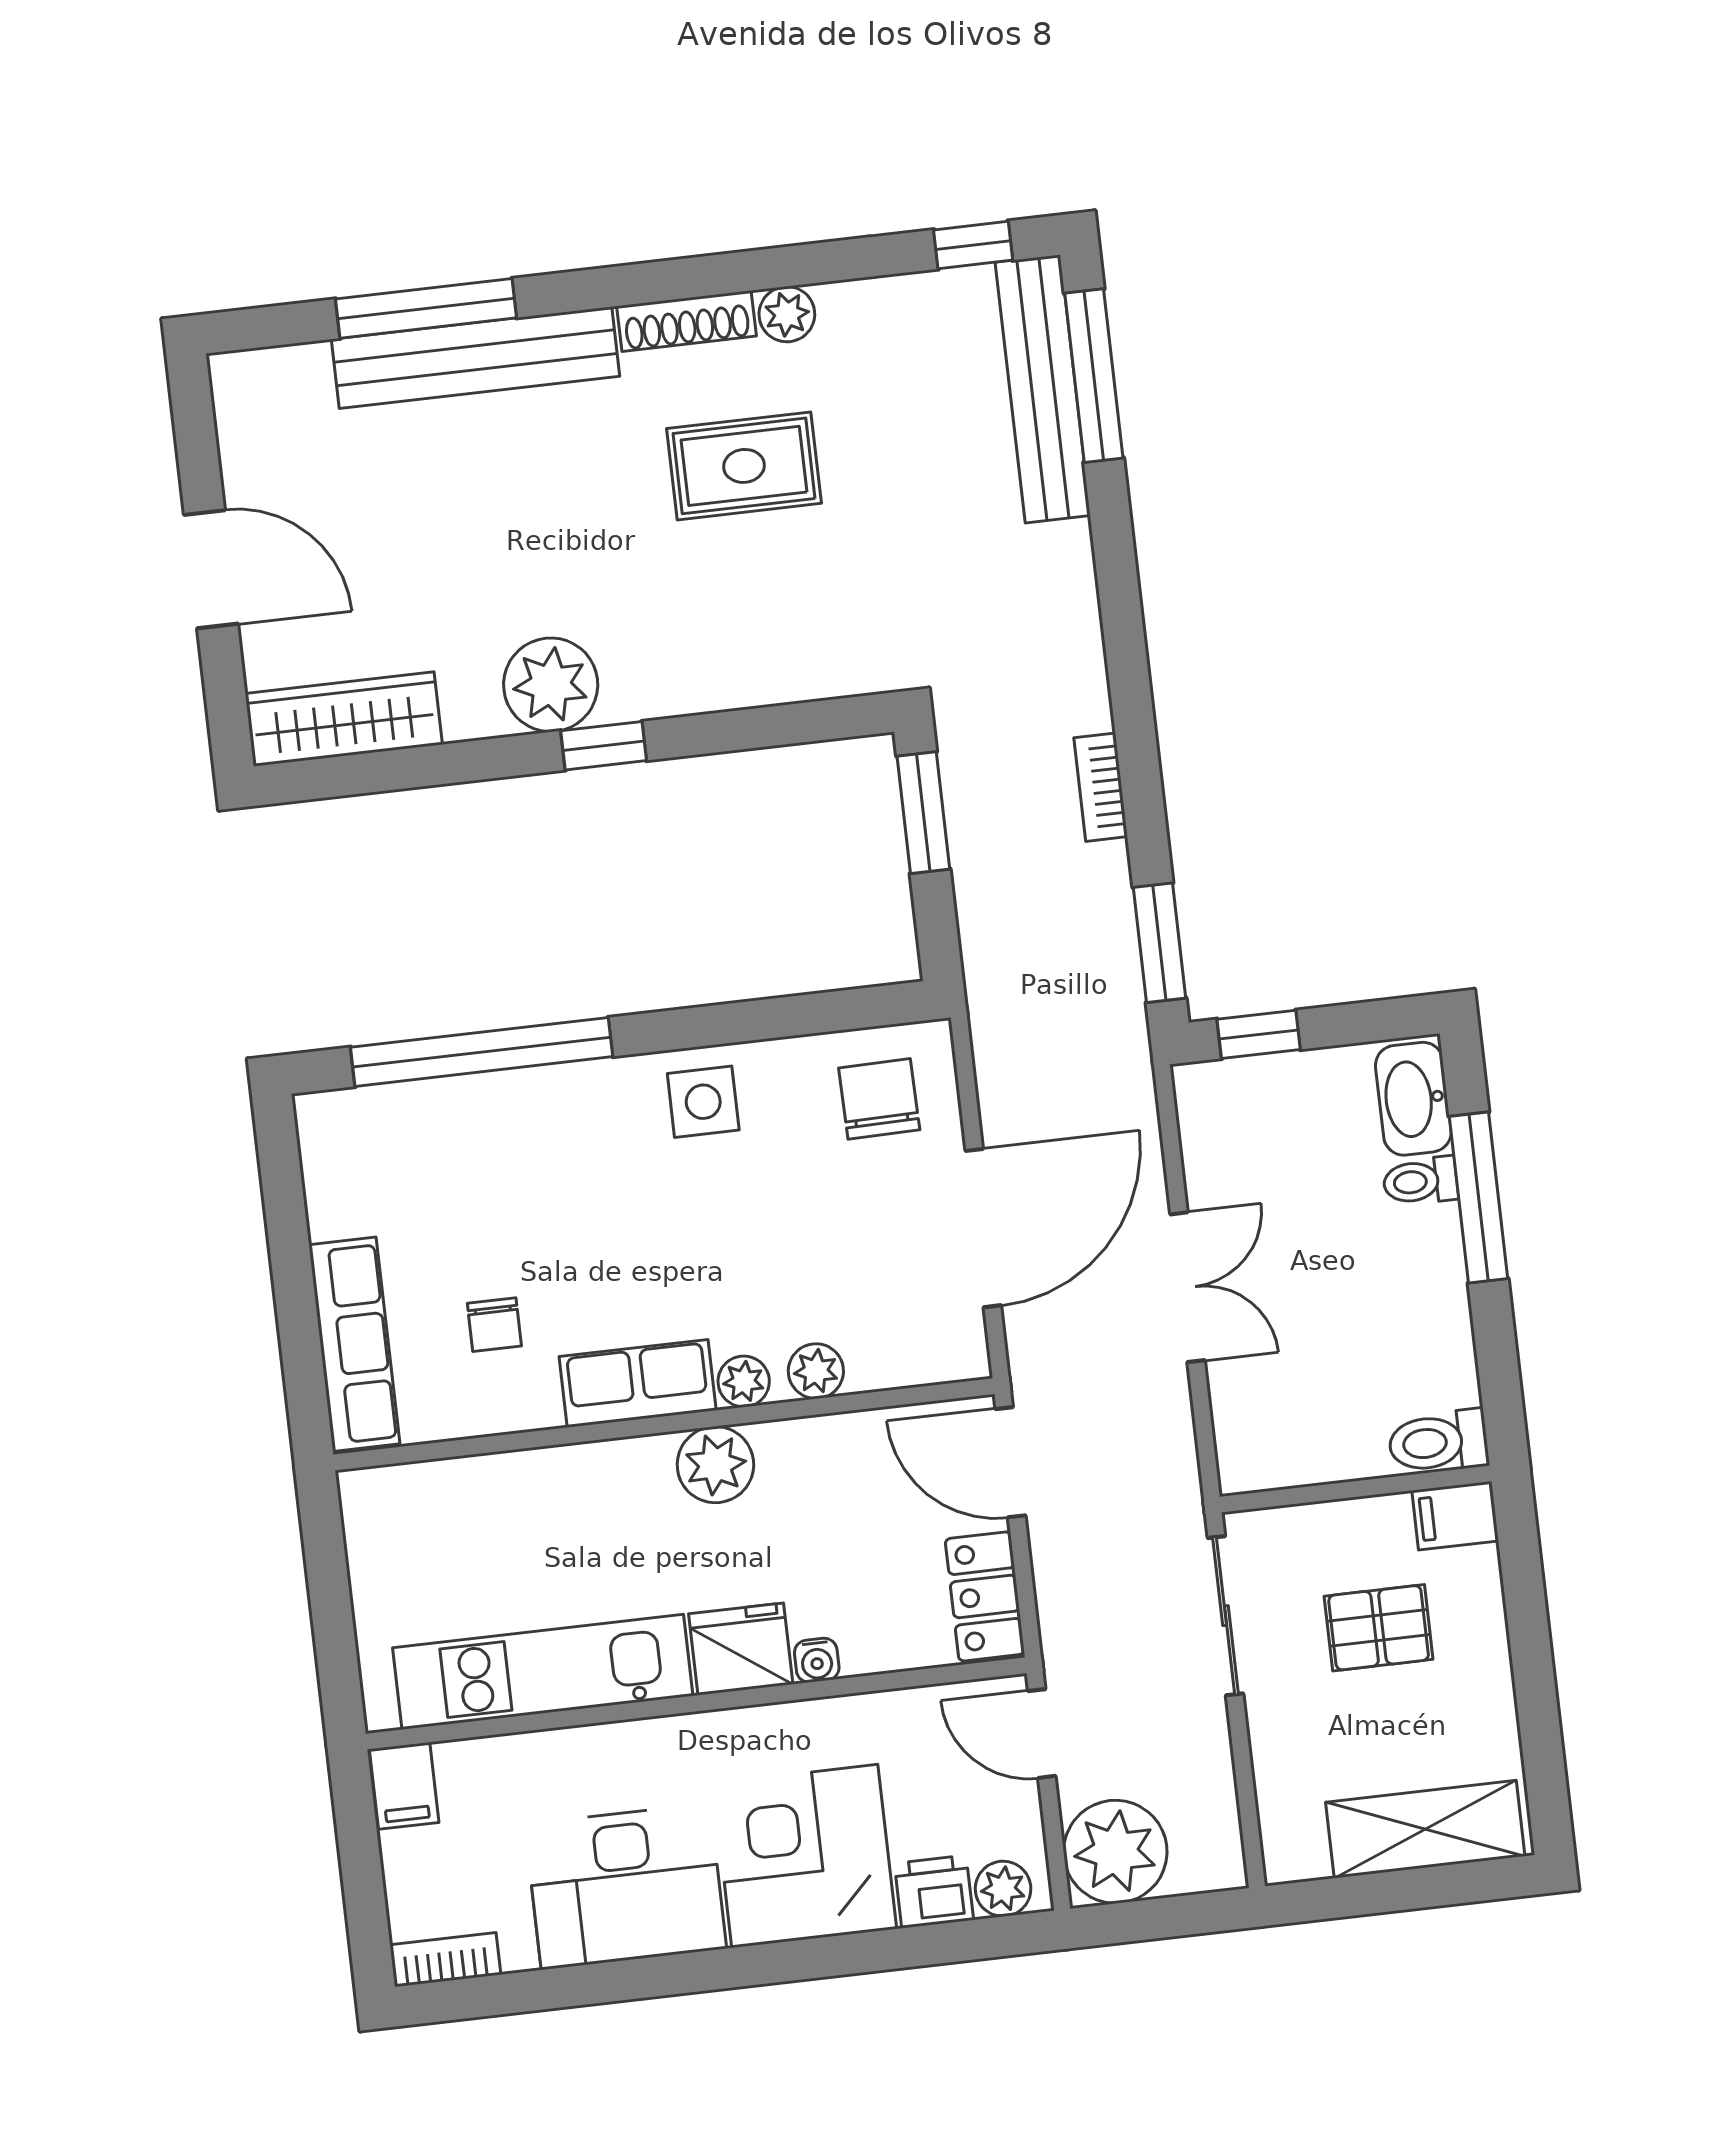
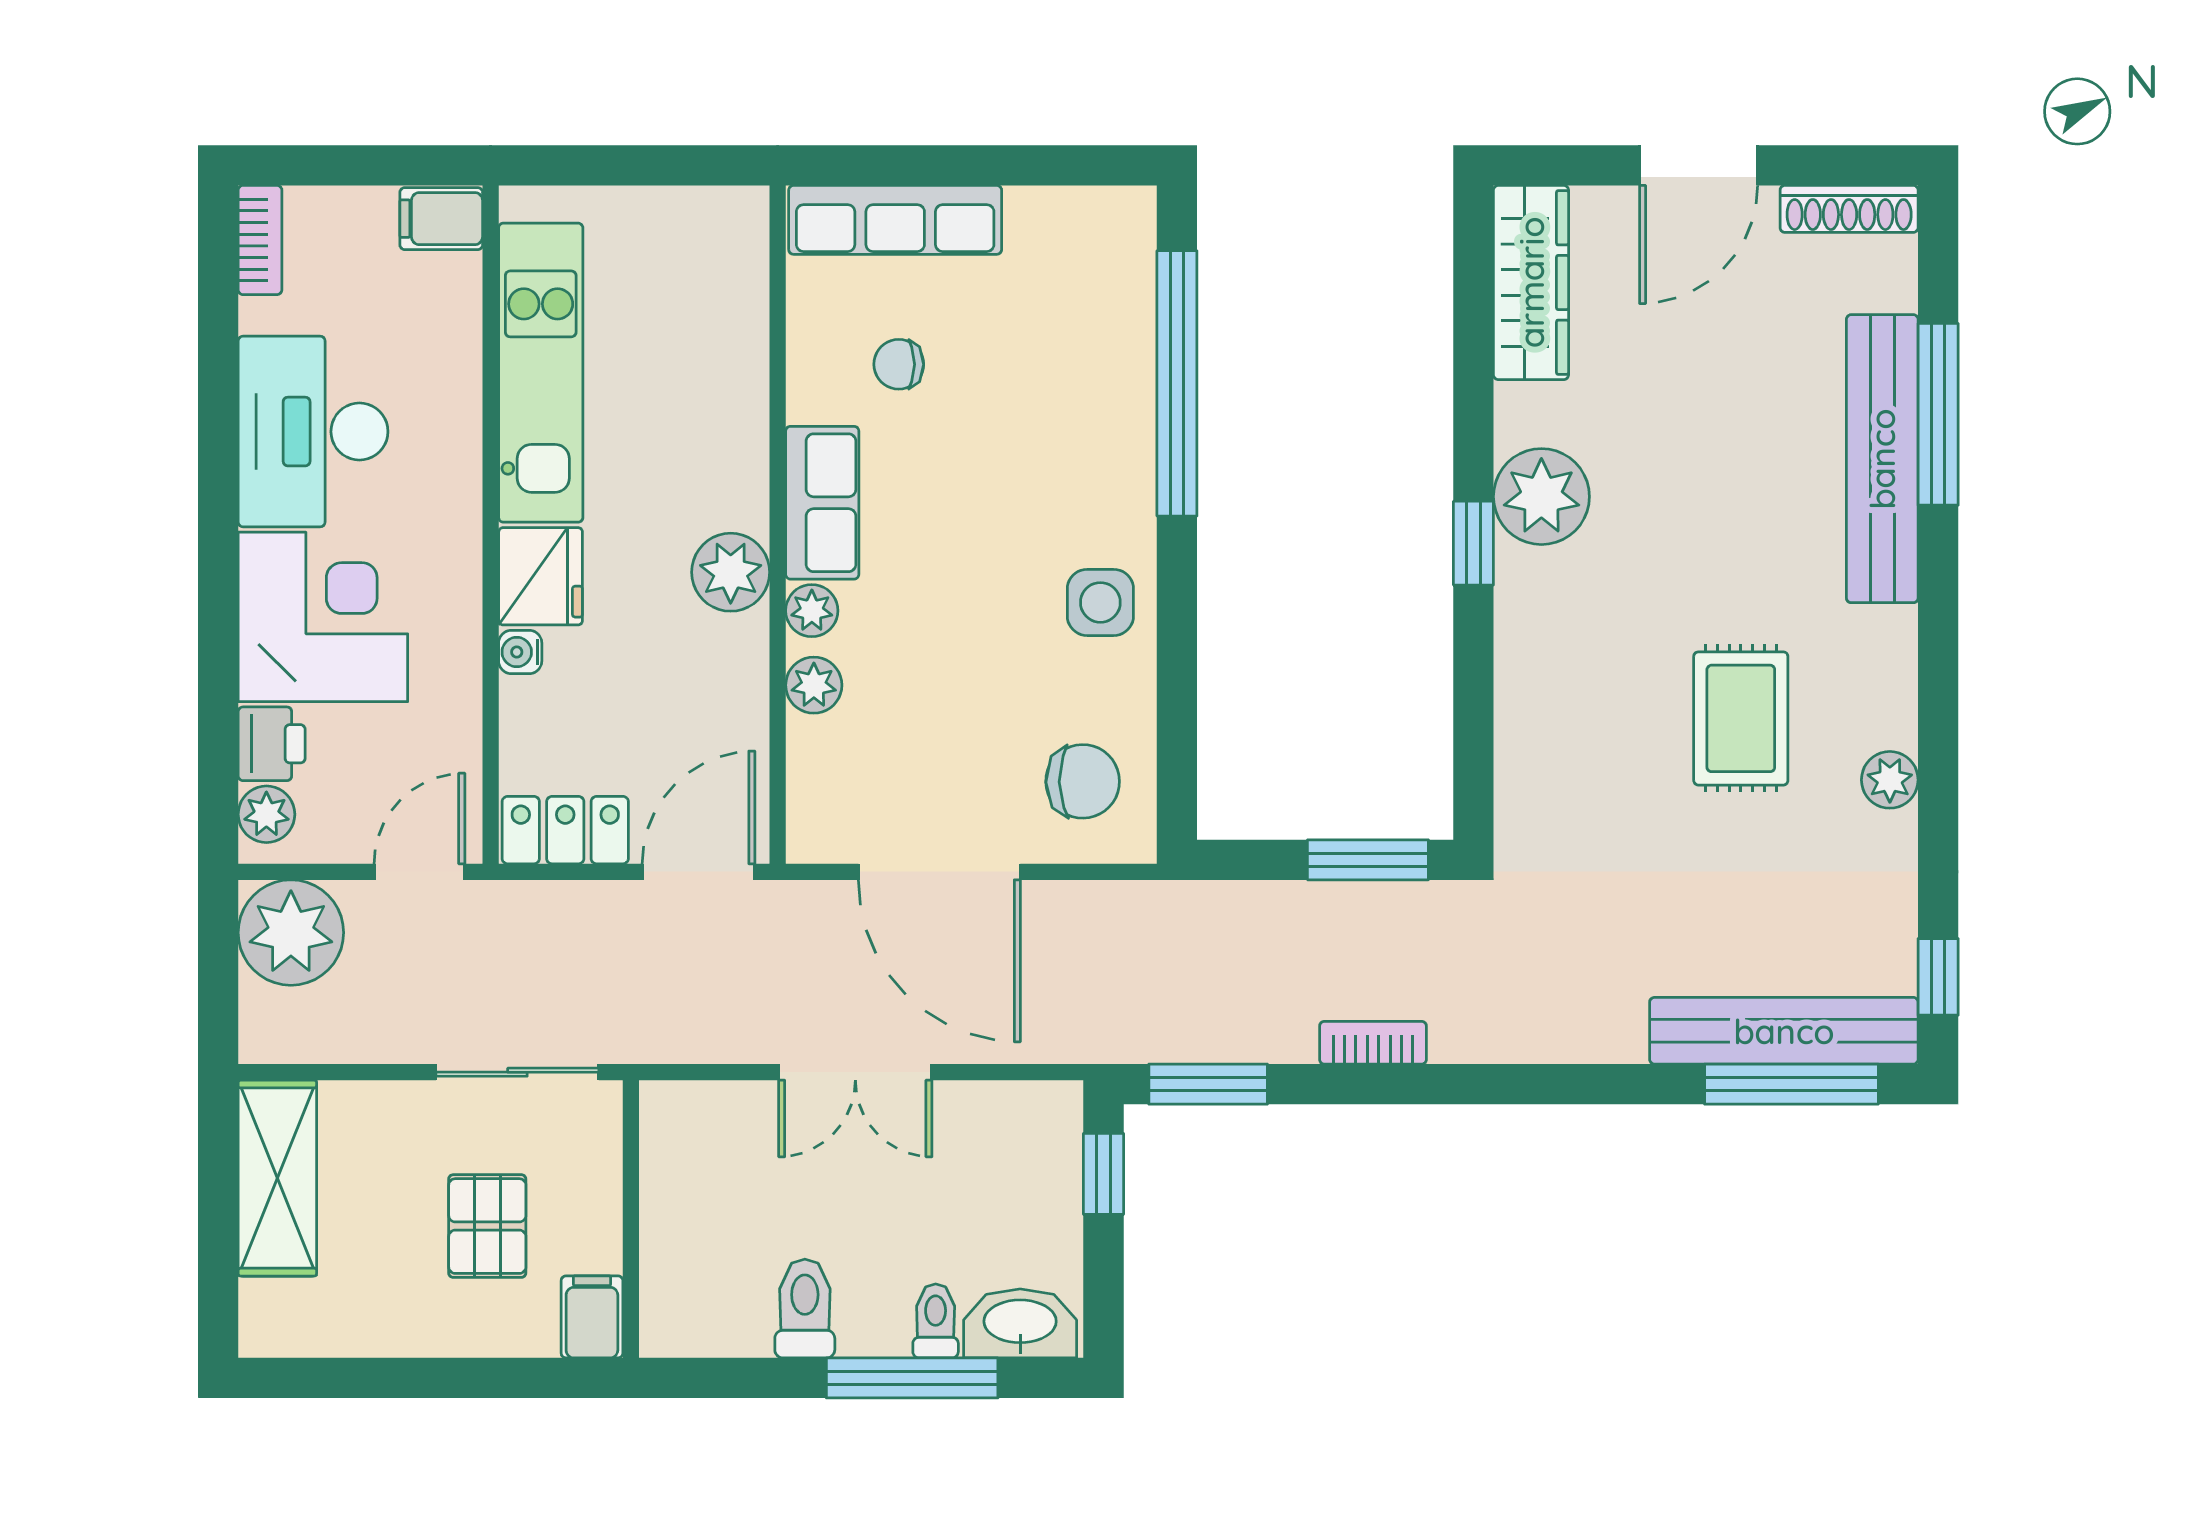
shoe rack: (687, 321) -> (1849, 209), moved, turned -90
toilet: (1438, 1442) -> (805, 1309), moved
shelving: (1425, 1829) -> (277, 1178), moved

